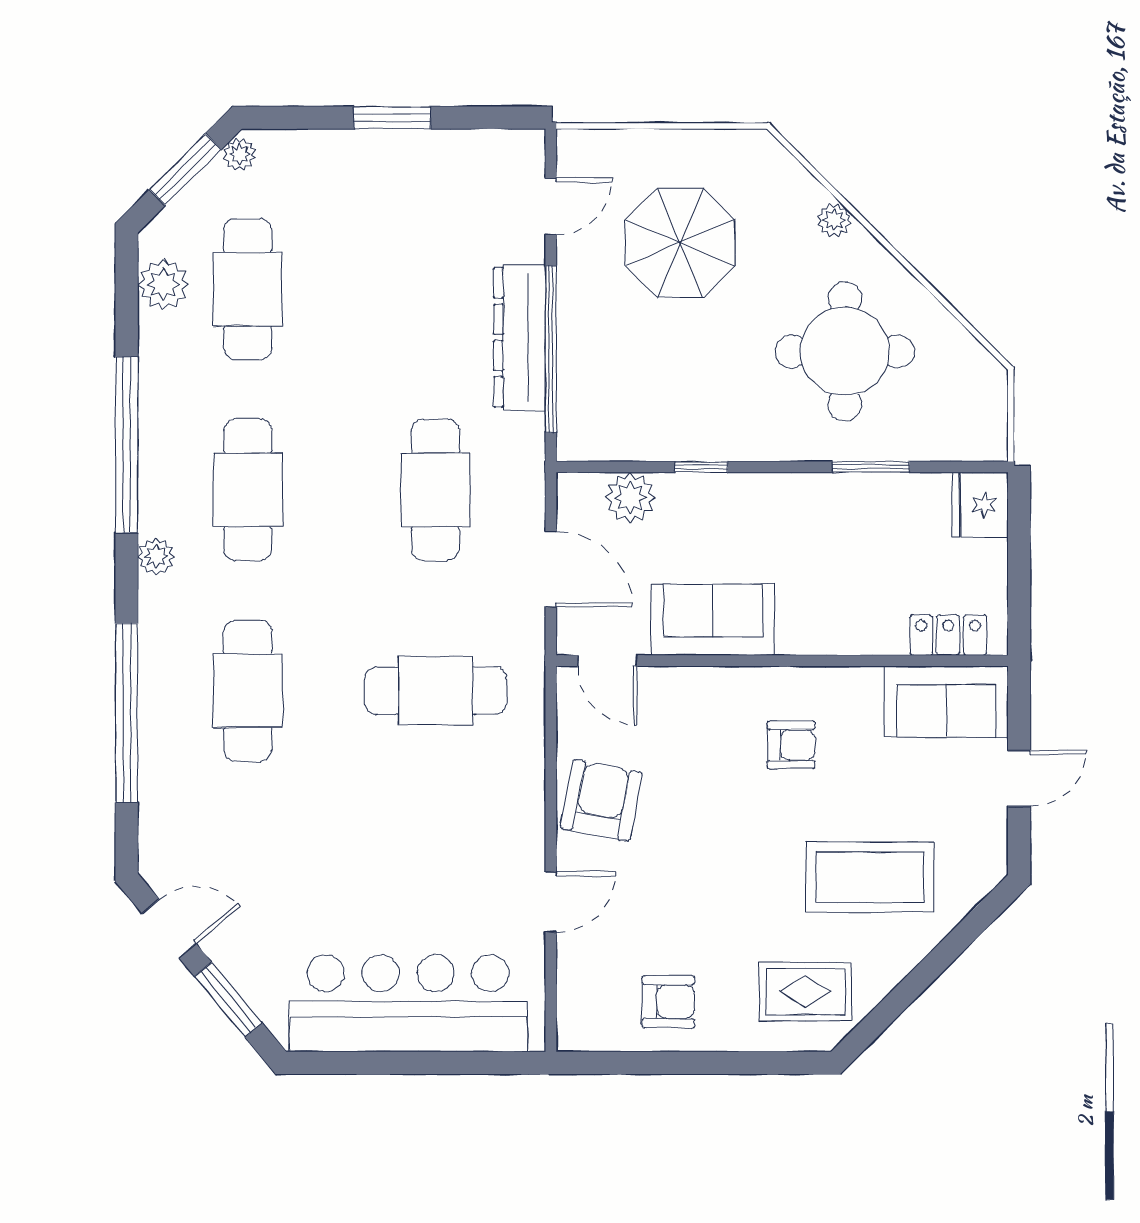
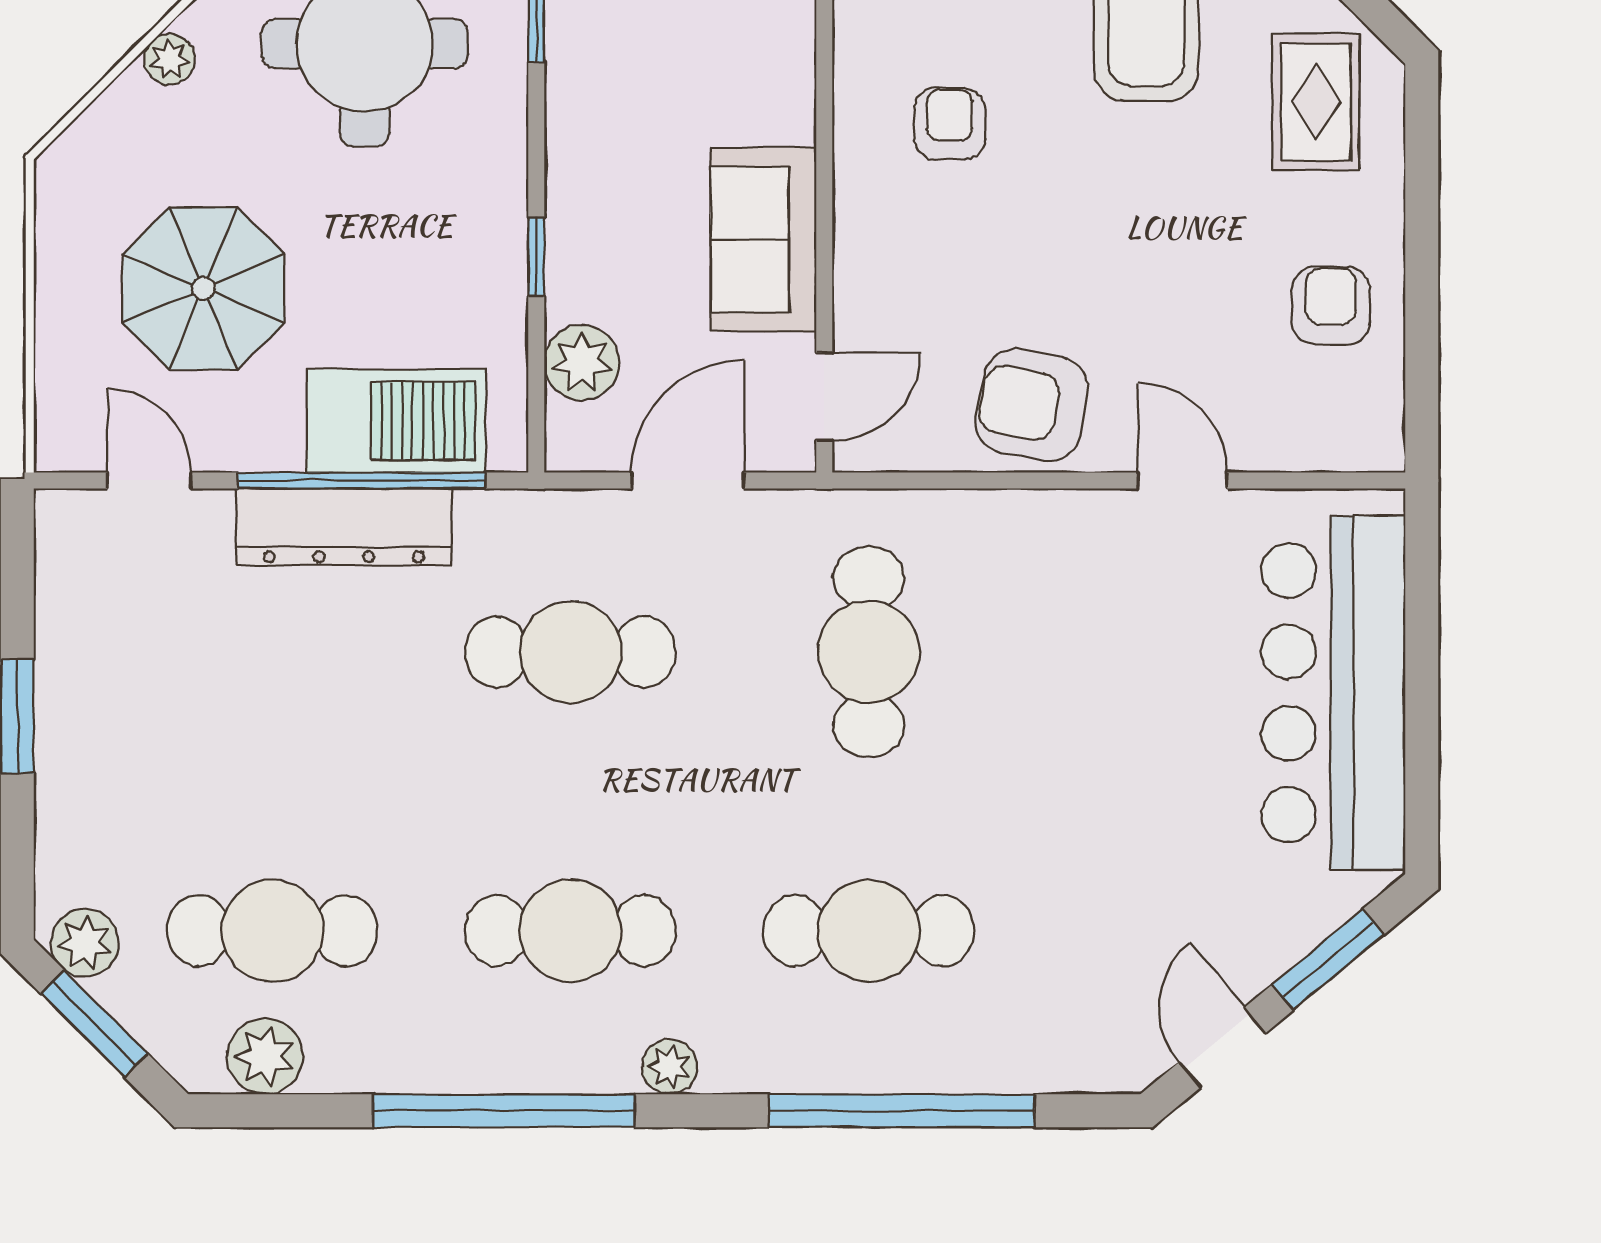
plant: (239, 154) -> (85, 943), width x1.38, depth x1.38
barbecue: (591, 372) -> (396, 421), added

